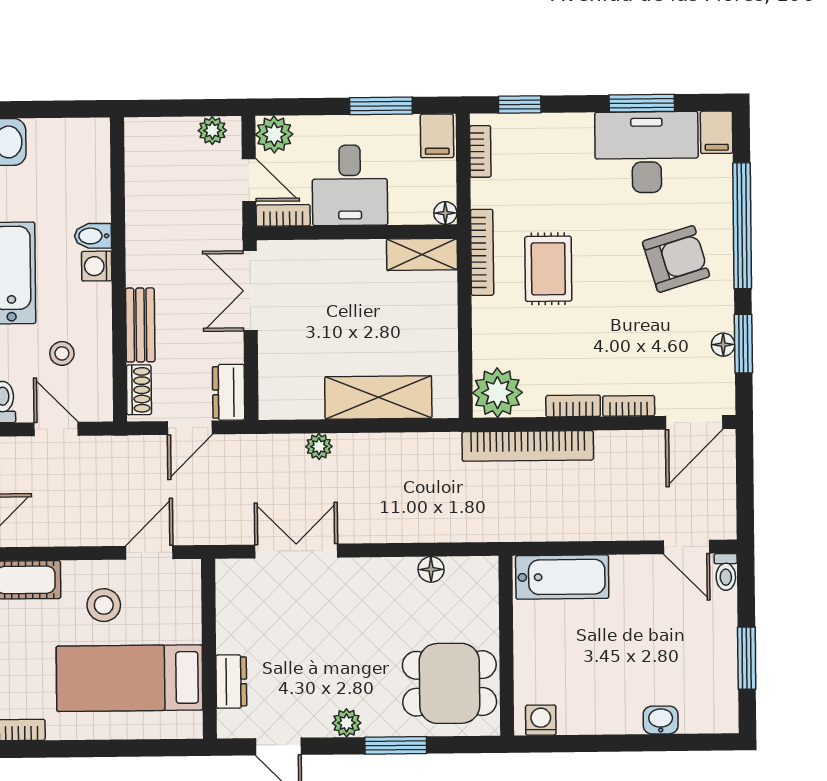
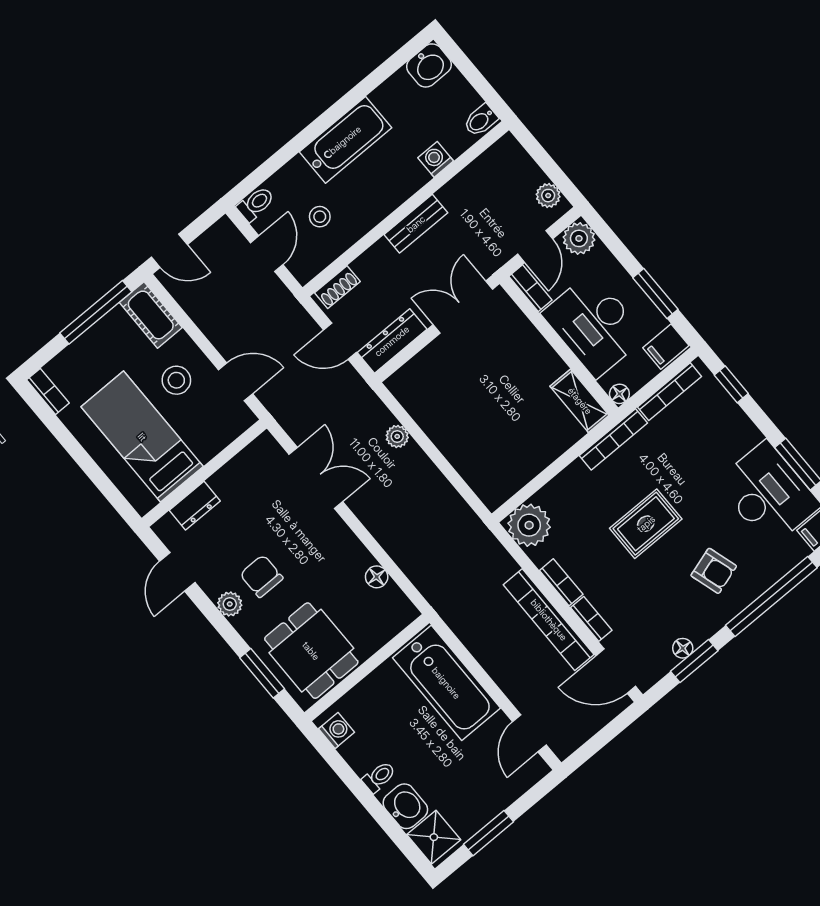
bookcase: (480, 151) -> (669, 392), width x1.56
desk: (350, 185) -> (594, 325), width x1.37
bidet: (93, 236) -> (481, 120), moved, turned -90
armchair: (676, 259) -> (714, 571), width x0.72, depth x0.72
washing machine: (97, 266) -> (436, 159), moved
rug: (548, 269) -> (646, 524), moved
bench: (140, 325) -> (416, 224), moved
dresser: (229, 392) -> (392, 341), width x1.44
shelving: (378, 397) -> (462, 449), removed
bookcase: (528, 446) -> (549, 620), moved
toilet: (726, 572) -> (379, 777), moved, turned 180
bathtub: (562, 577) -> (446, 683), width x1.36, depth x1.36
chair: (345, 673) -> (261, 576), added
shower: (710, 711) -> (434, 837), added
washbasin: (661, 720) -> (405, 806), width x1.38, depth x1.45
window: (396, 745) -> (262, 673), moved

